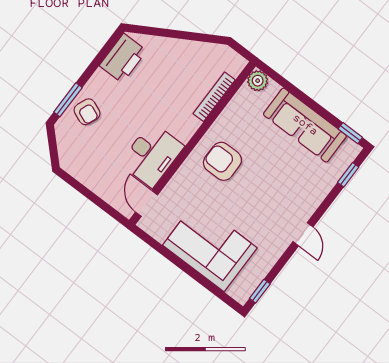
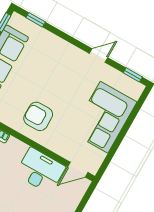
armchair: (222, 161) -> (38, 116), turned 90
door: (303, 234) -> (98, 55), moved

